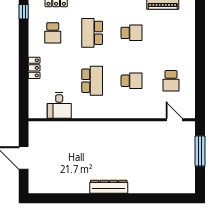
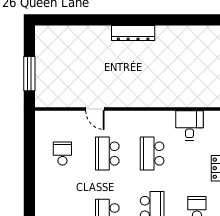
school desk: (132, 81) -> (107, 154), width x1.85
door: (174, 120) -> (95, 109), moved

